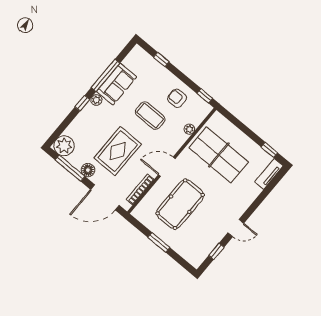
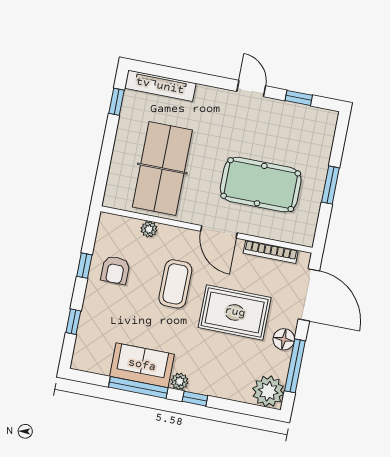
window: (205, 96) -> (84, 266), moved
coffee table: (150, 116) -> (175, 284), moved
tv unit: (269, 174) -> (160, 86), width x1.41

